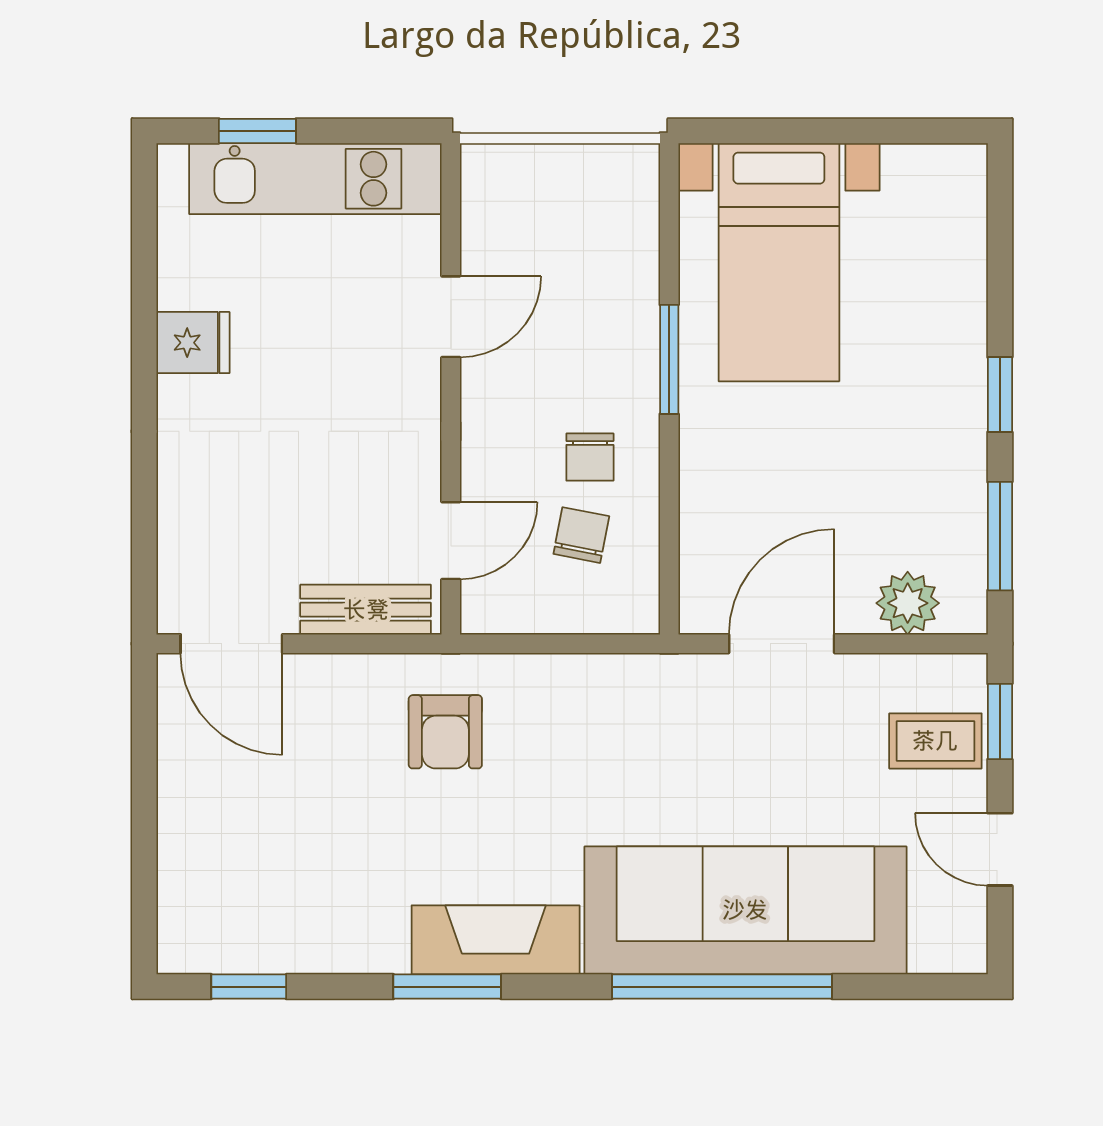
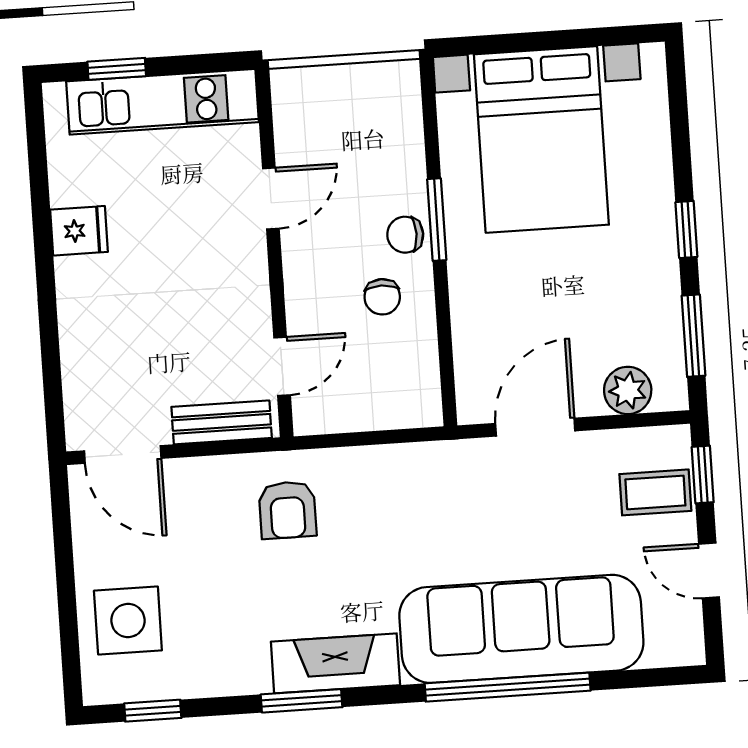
bed with nightstands: (779, 262) -> (541, 139), width x1.36
chair: (581, 535) -> (405, 235), moved, turned -101
side table: (224, 865) -> (128, 621), added

